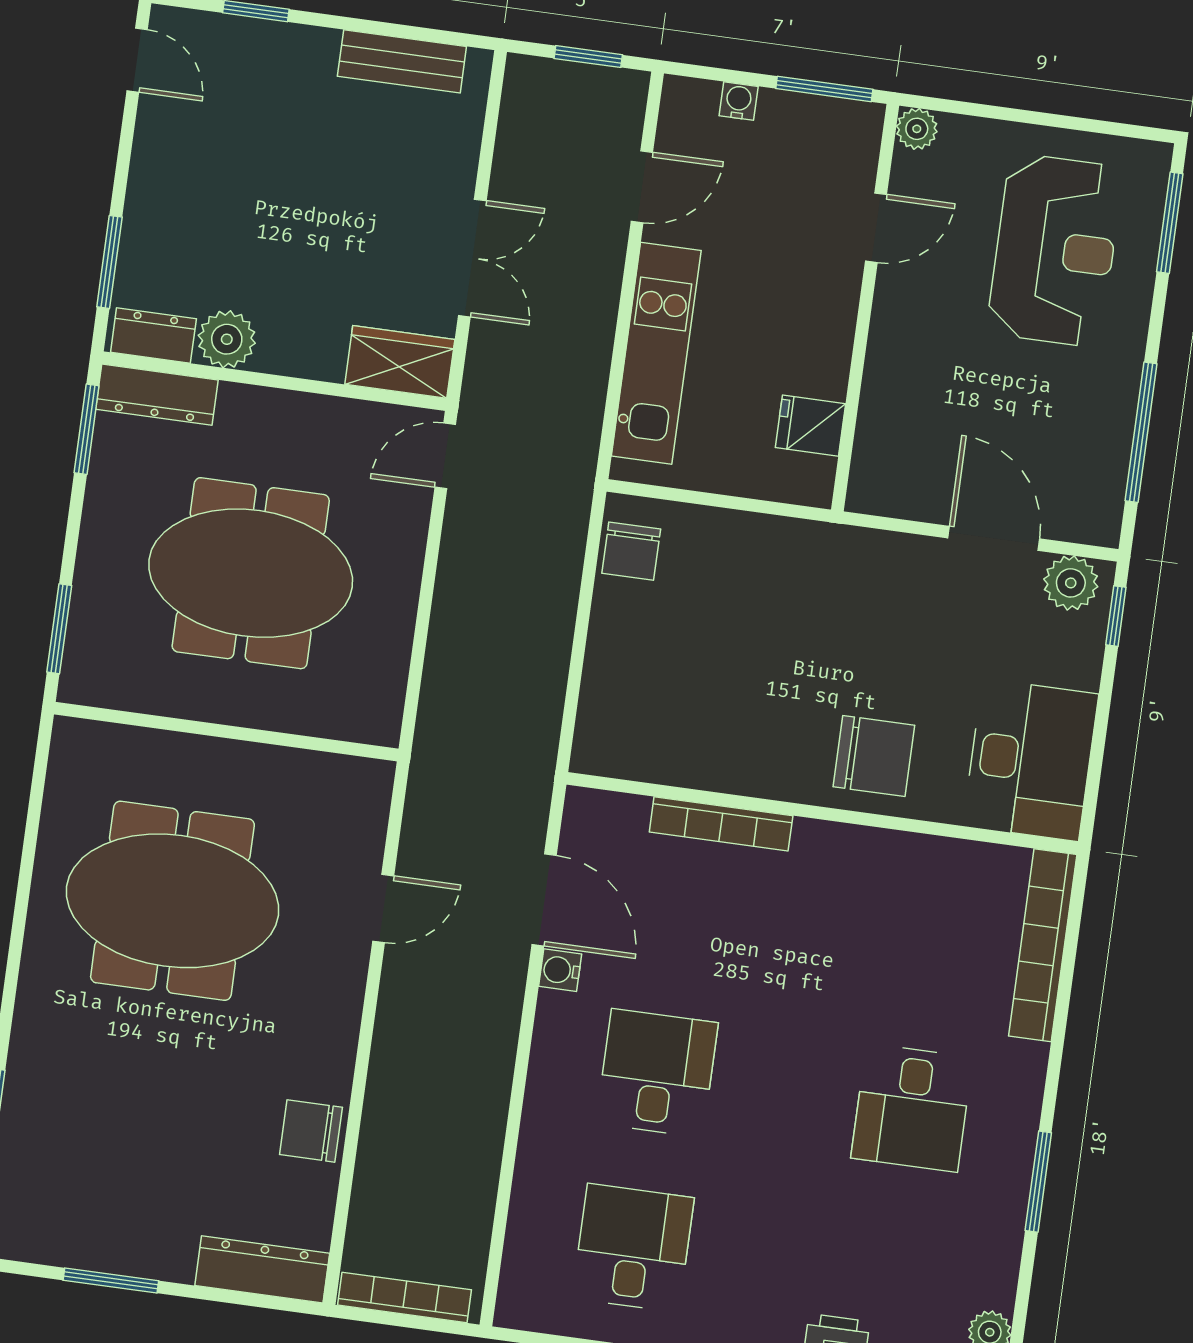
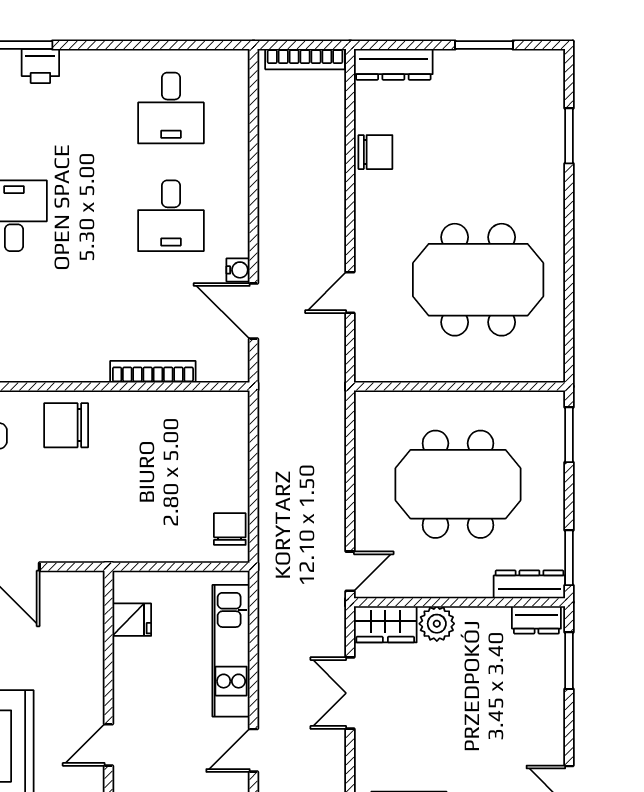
plant: (227, 339) -> (437, 624), moved

